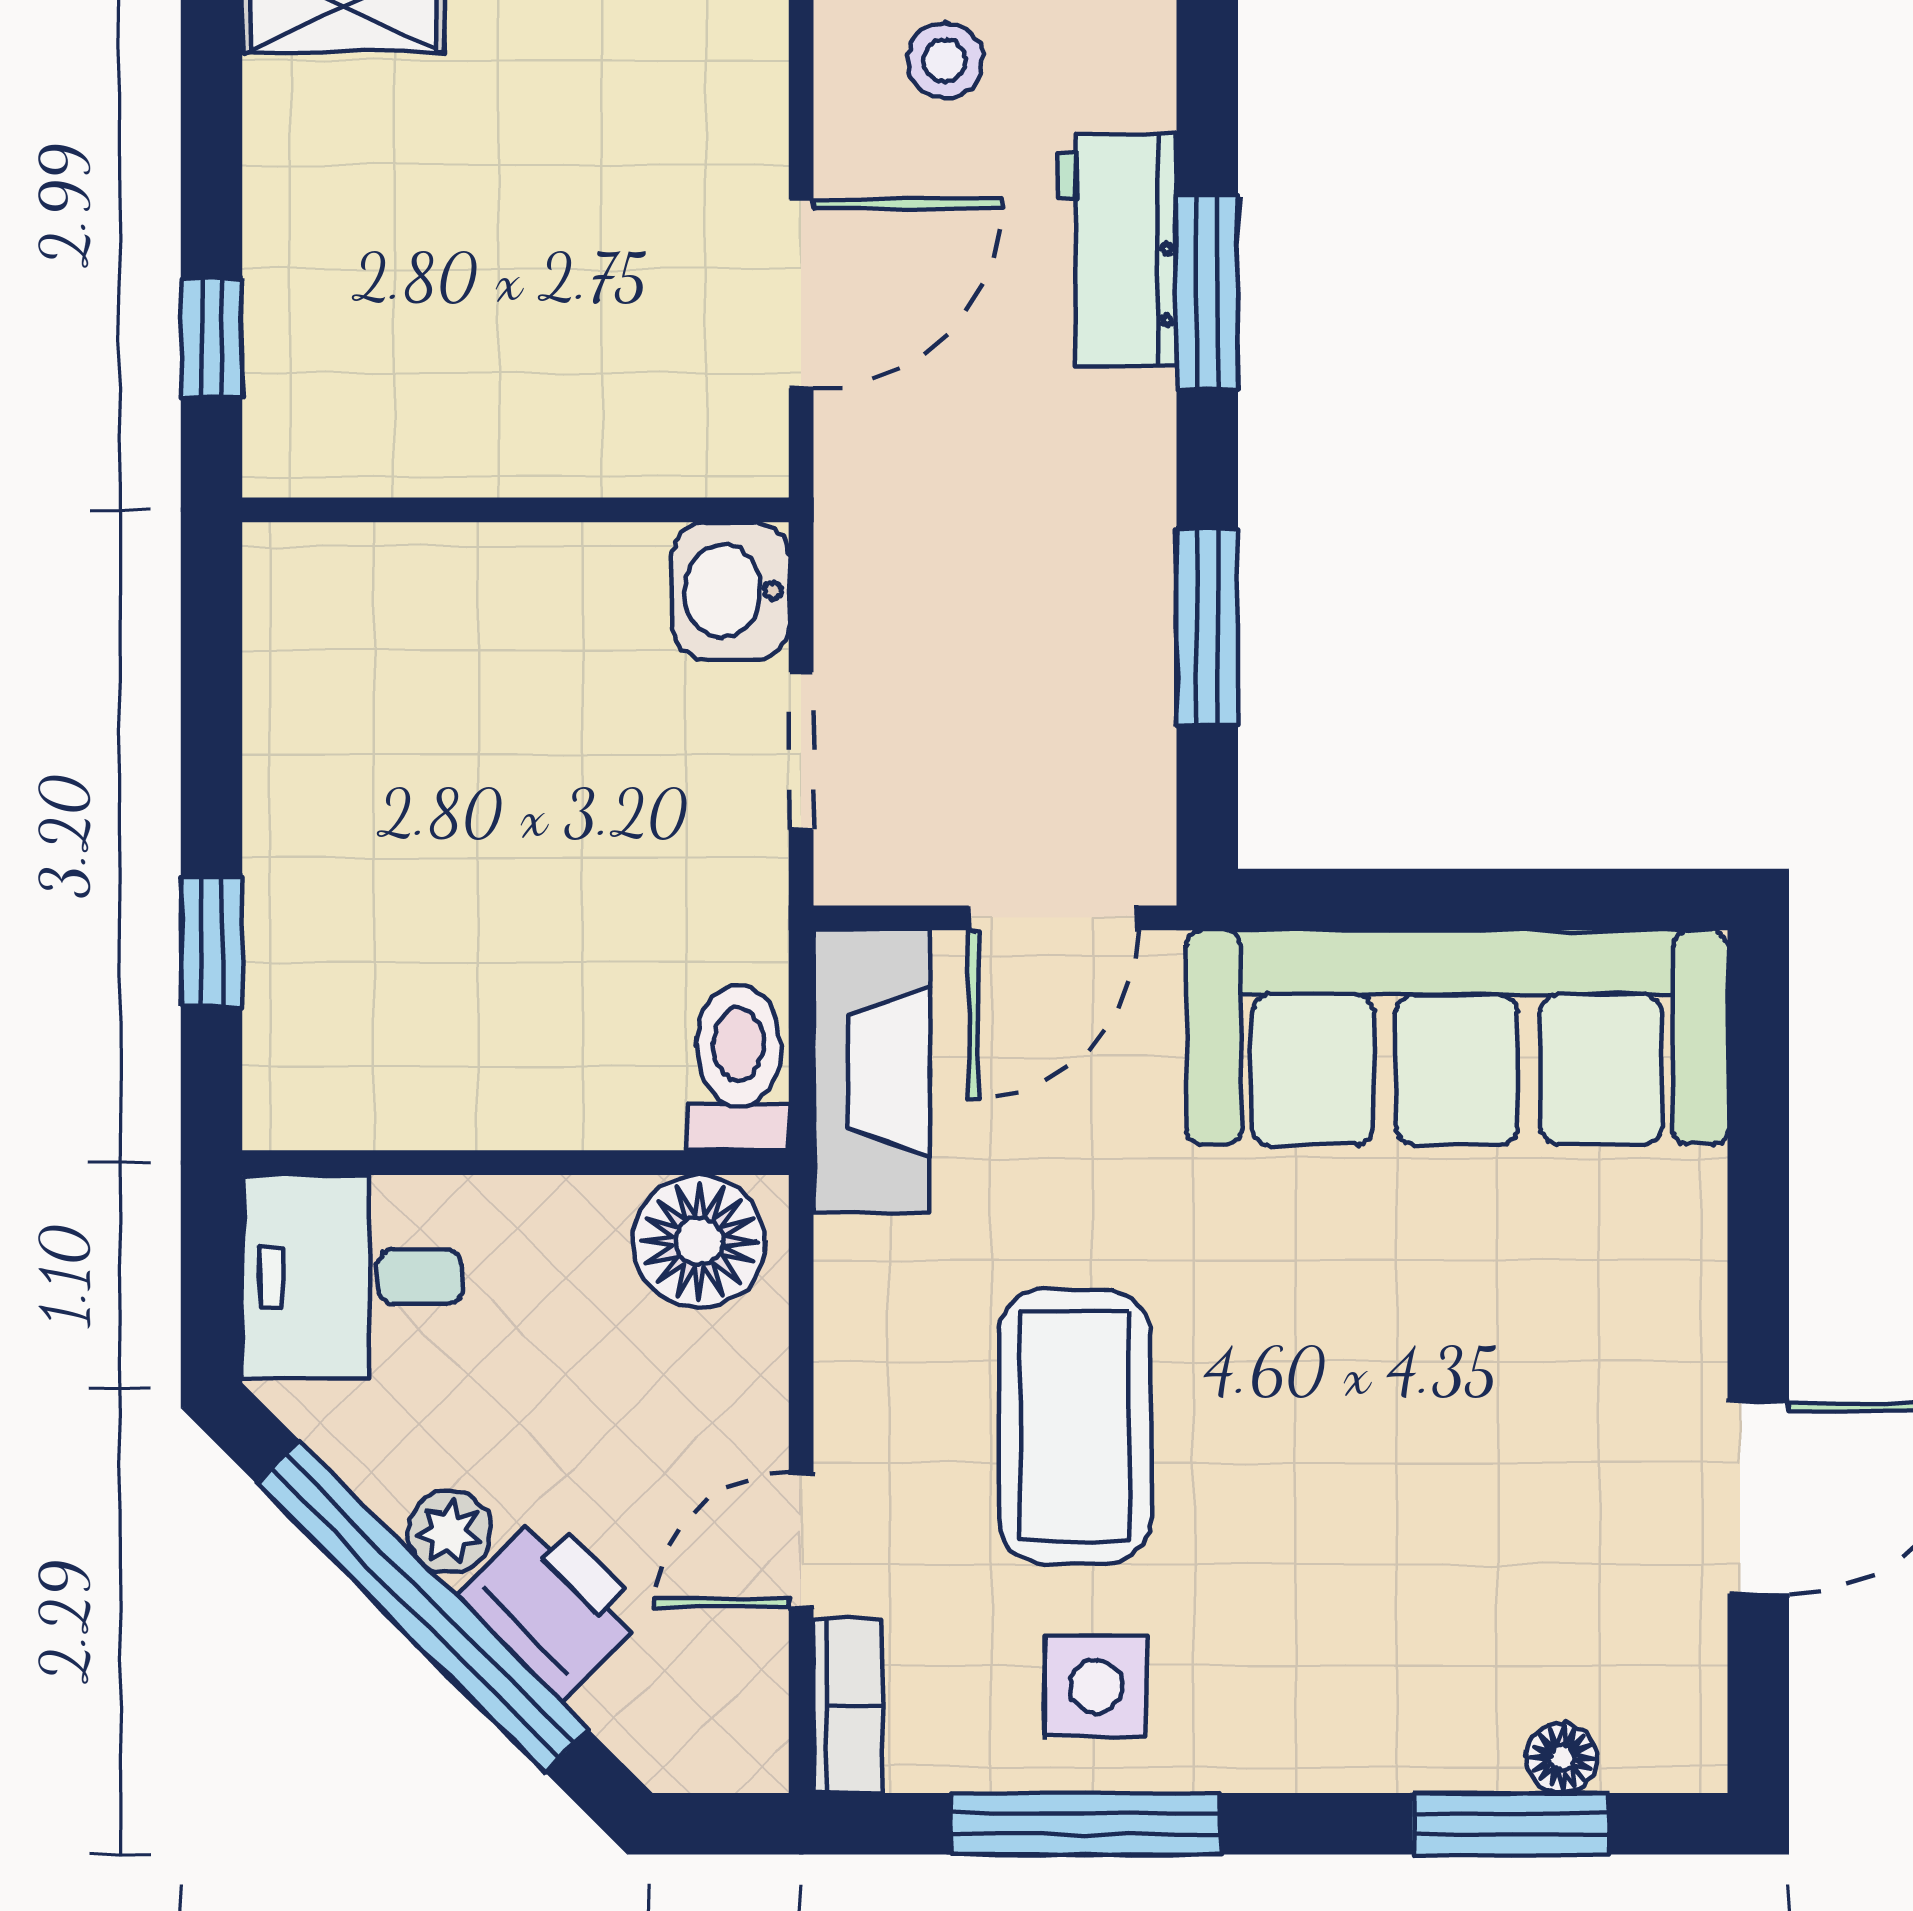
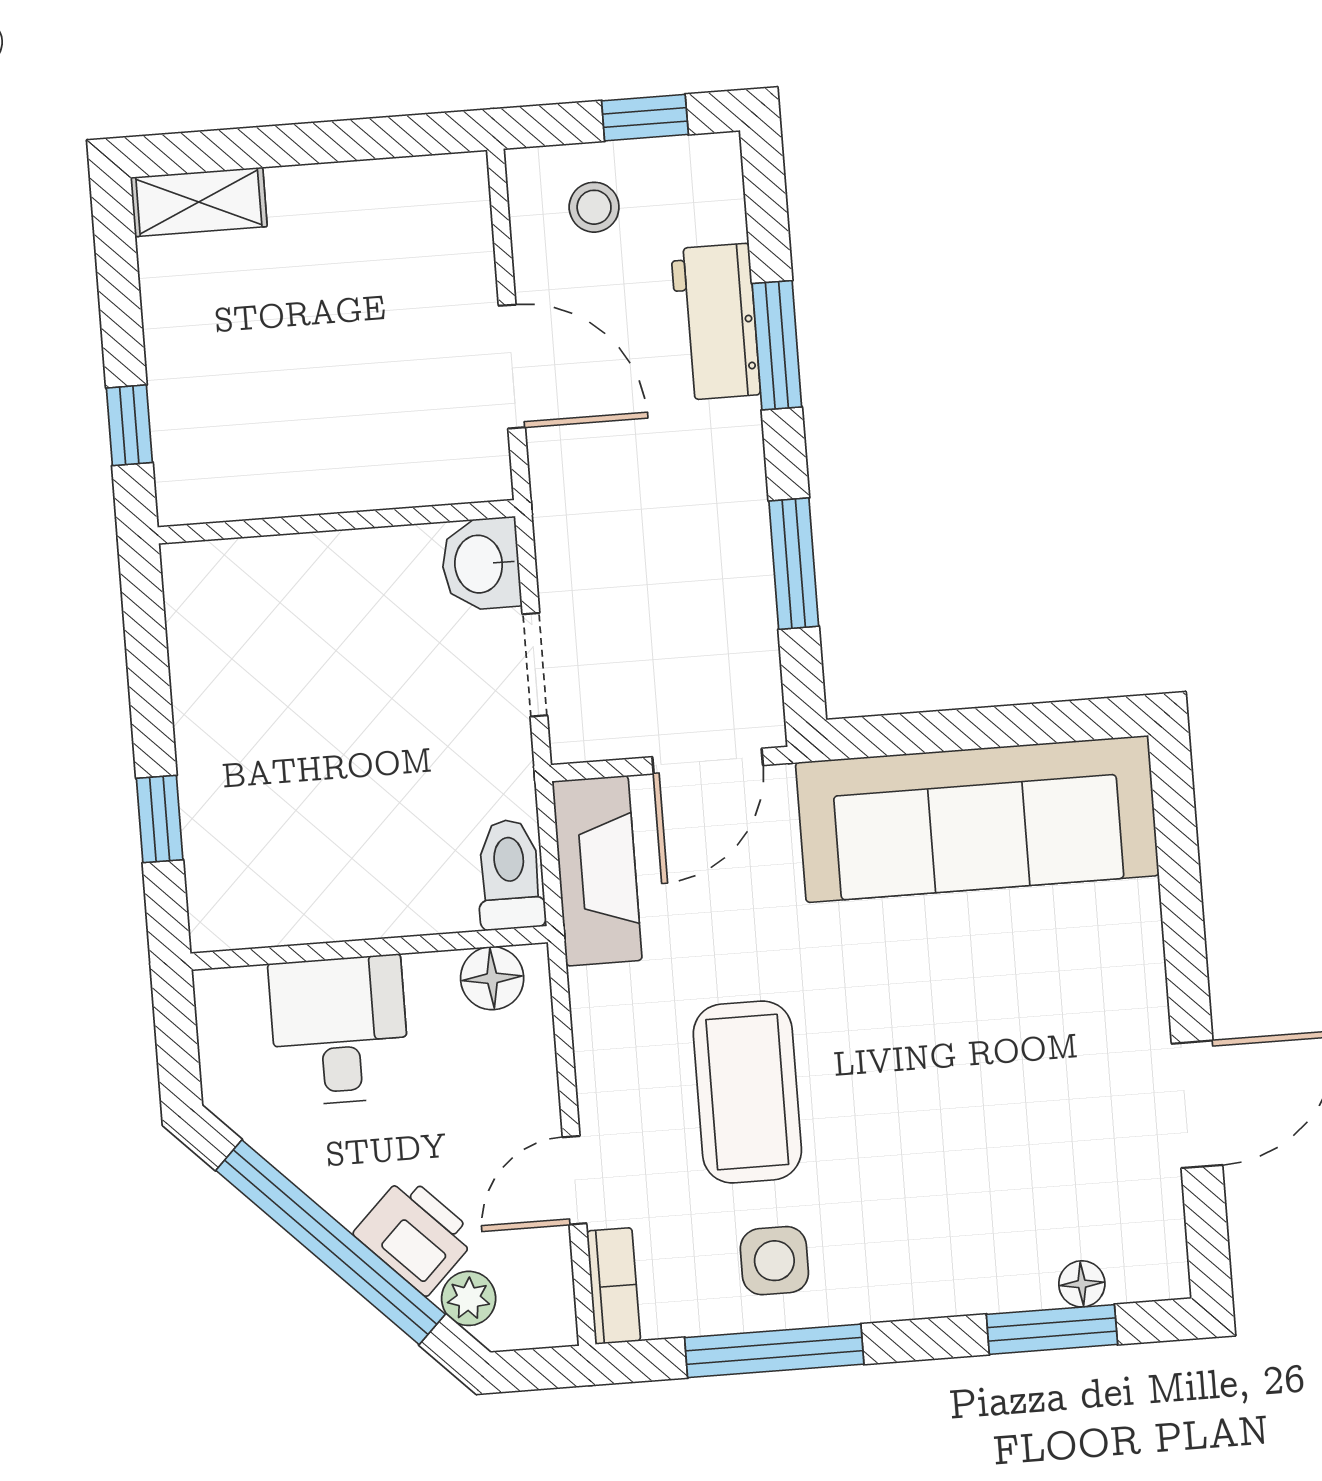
door: (801, 294) -> (512, 367), hinge flipped
floor lamp: (699, 1241) -> (492, 978), width x0.73, depth x0.73
desk: (352, 1277) -> (339, 1030), moved, turned 90
plant: (449, 1532) -> (469, 1298), moved

